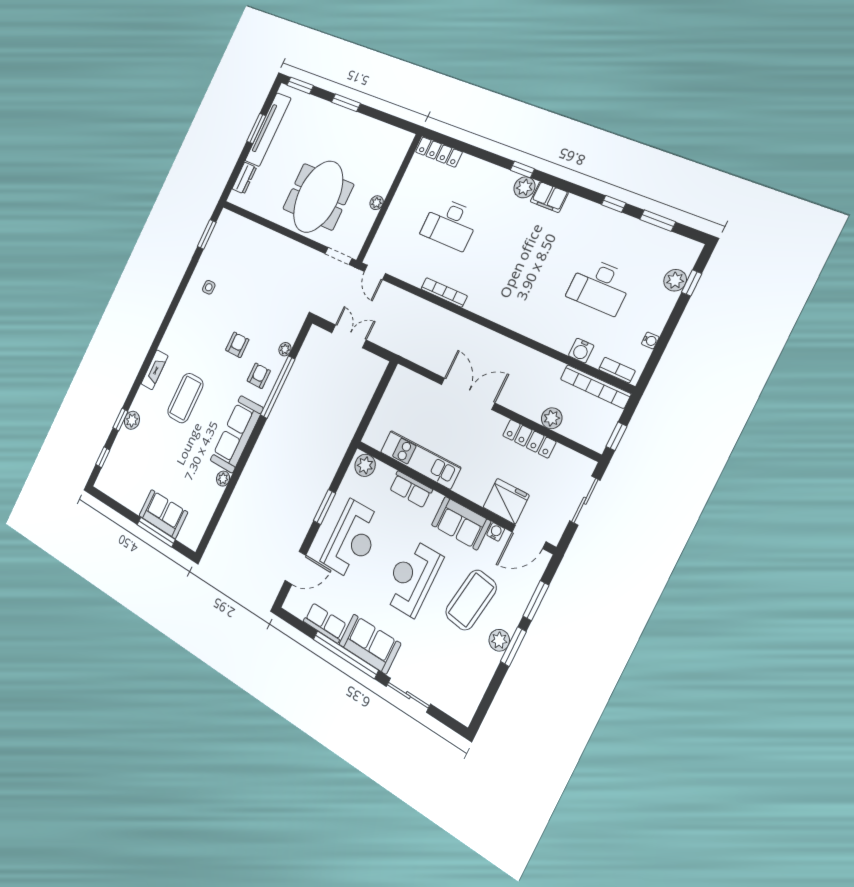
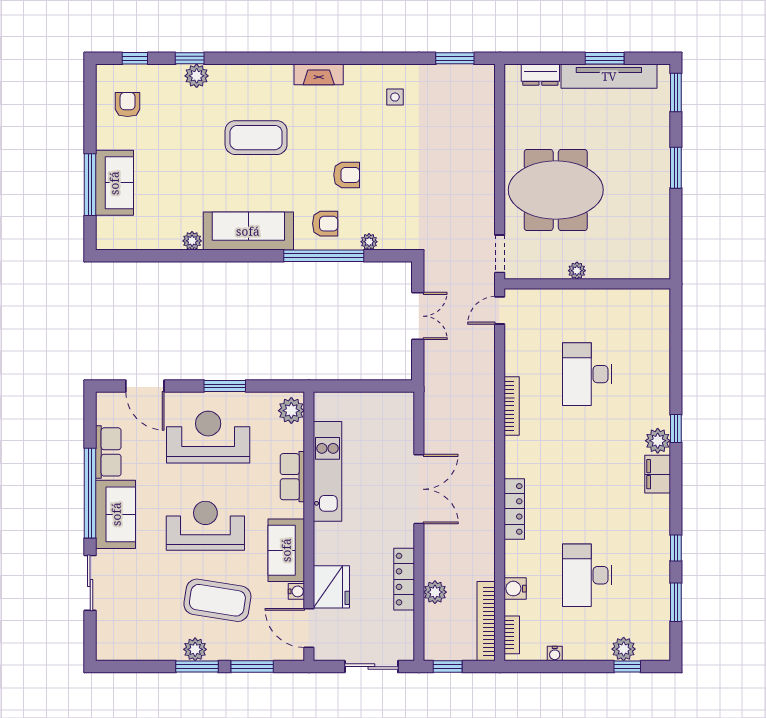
locker: (439, 152) -> (514, 509), moved, turned 180
fireplace: (155, 370) -> (319, 74), moved
armchair: (125, 478) -> (128, 105), added
reception desk: (352, 540) -> (208, 437), turned 180

